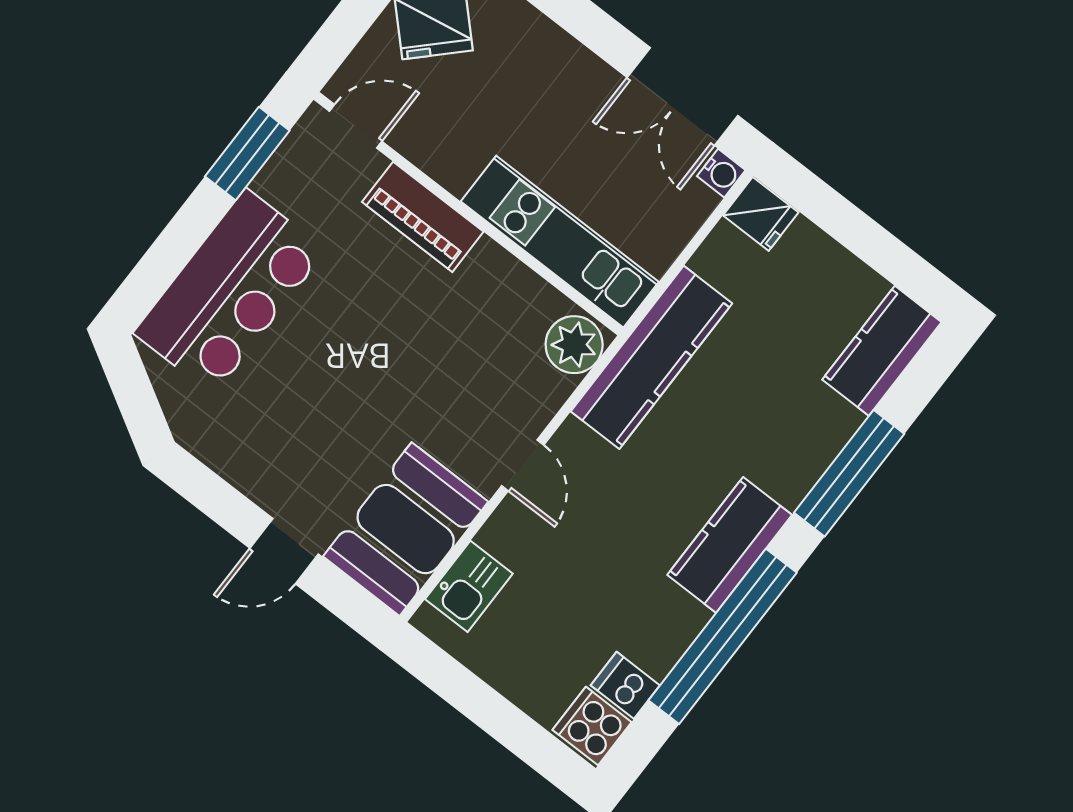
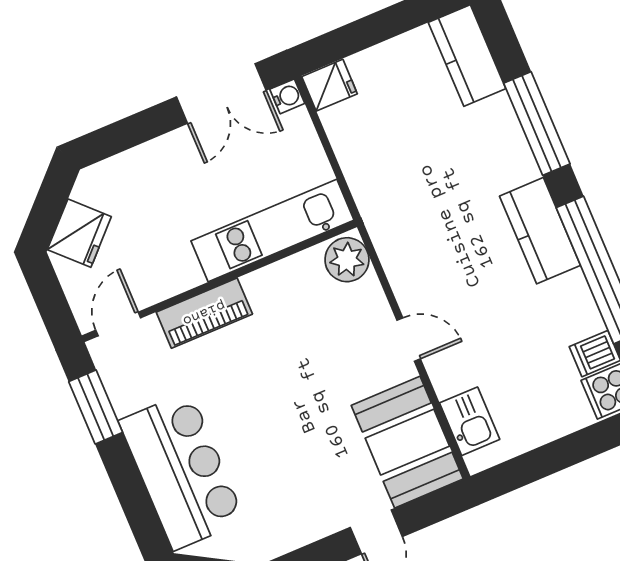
kitchen counter: (652, 357) -> (385, 212), removed

